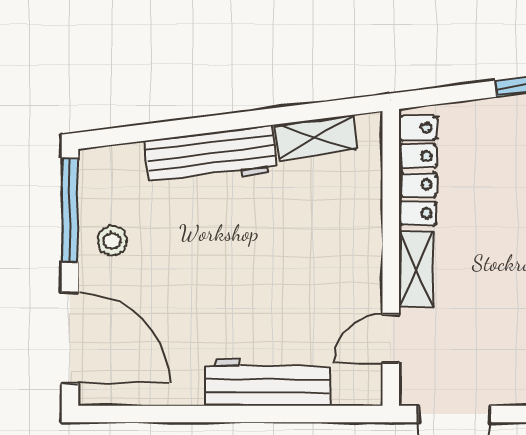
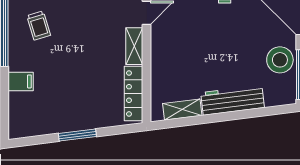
stool: (112, 241) -> (280, 60), width x1.89, depth x1.89

